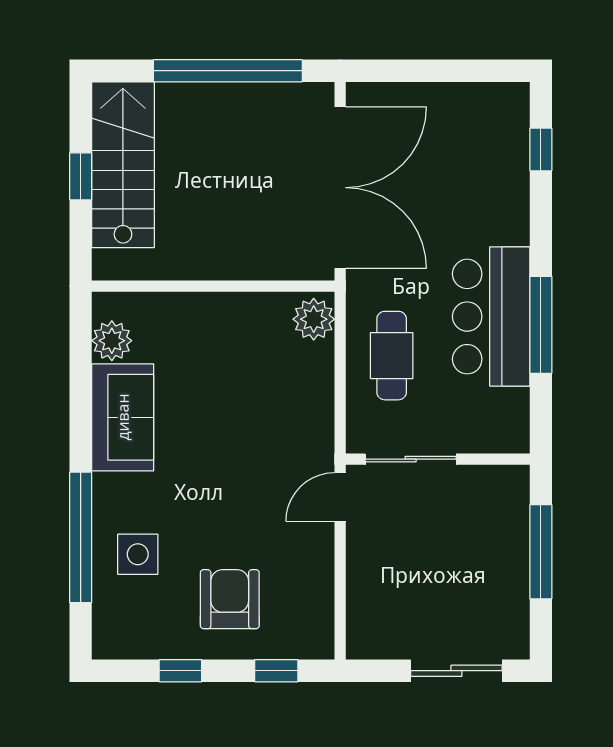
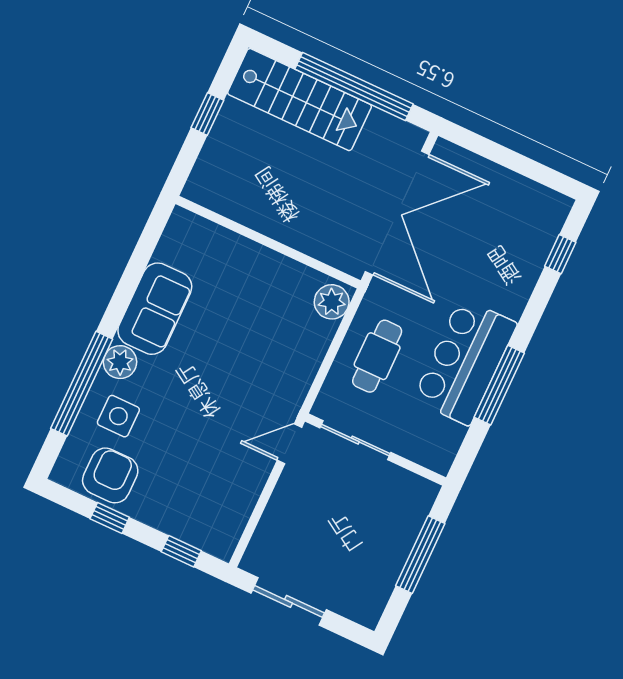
stairs: (123, 165) -> (300, 100), moved, turned 90
plant: (112, 341) -> (120, 362), moved
armchair: (230, 599) -> (110, 475), moved
sliding door: (456, 671) -> (289, 601), moved

